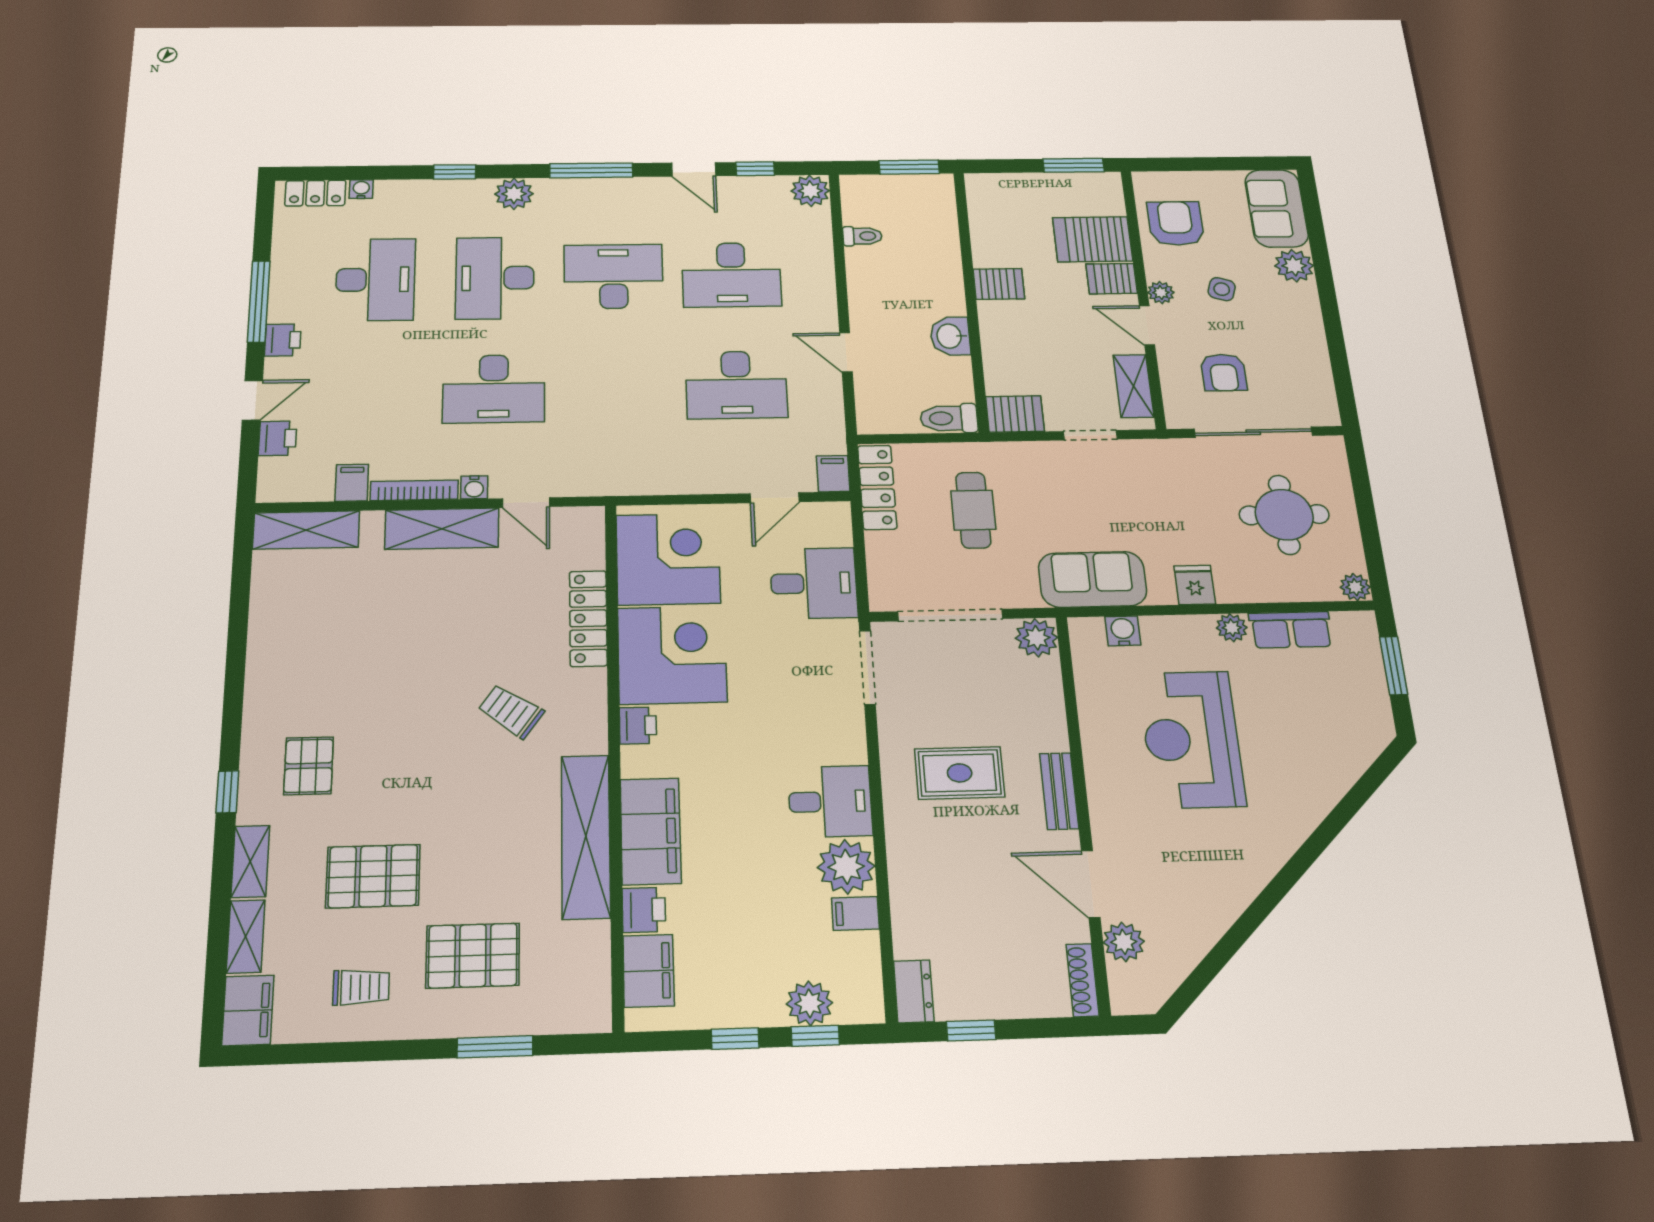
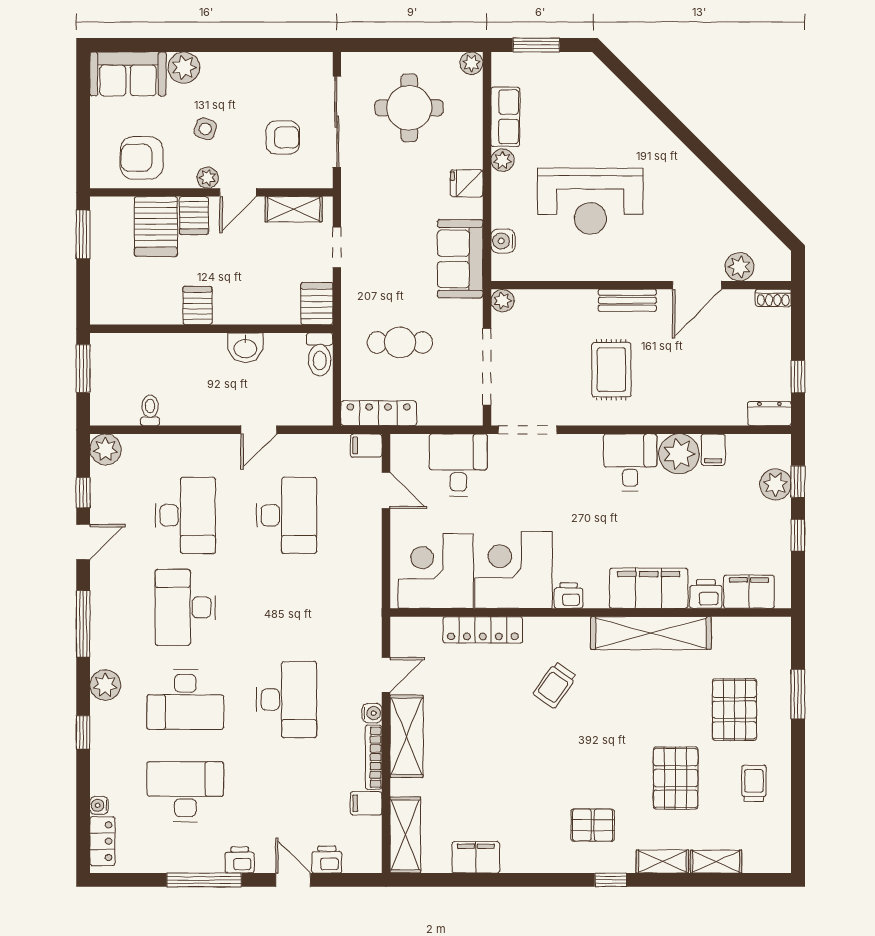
plant: (1037, 638) -> (503, 301), width x0.73, depth x0.73
shoe rack: (1083, 980) -> (773, 298), width x0.70
filing cabinet: (248, 1010) -> (476, 857), moved

